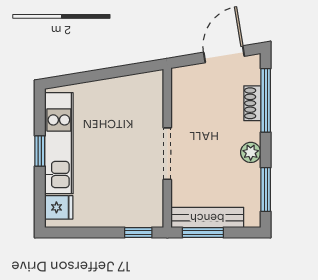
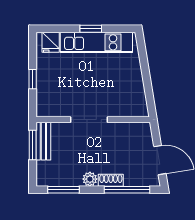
shoe rack: (252, 103) -> (111, 180), moved
bench: (207, 218) -> (43, 141), width x0.73
window: (138, 233) -> (33, 79), moved

